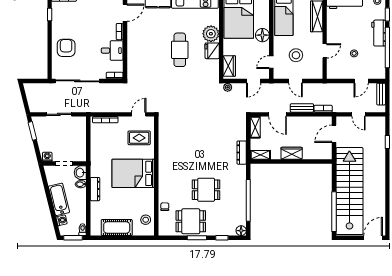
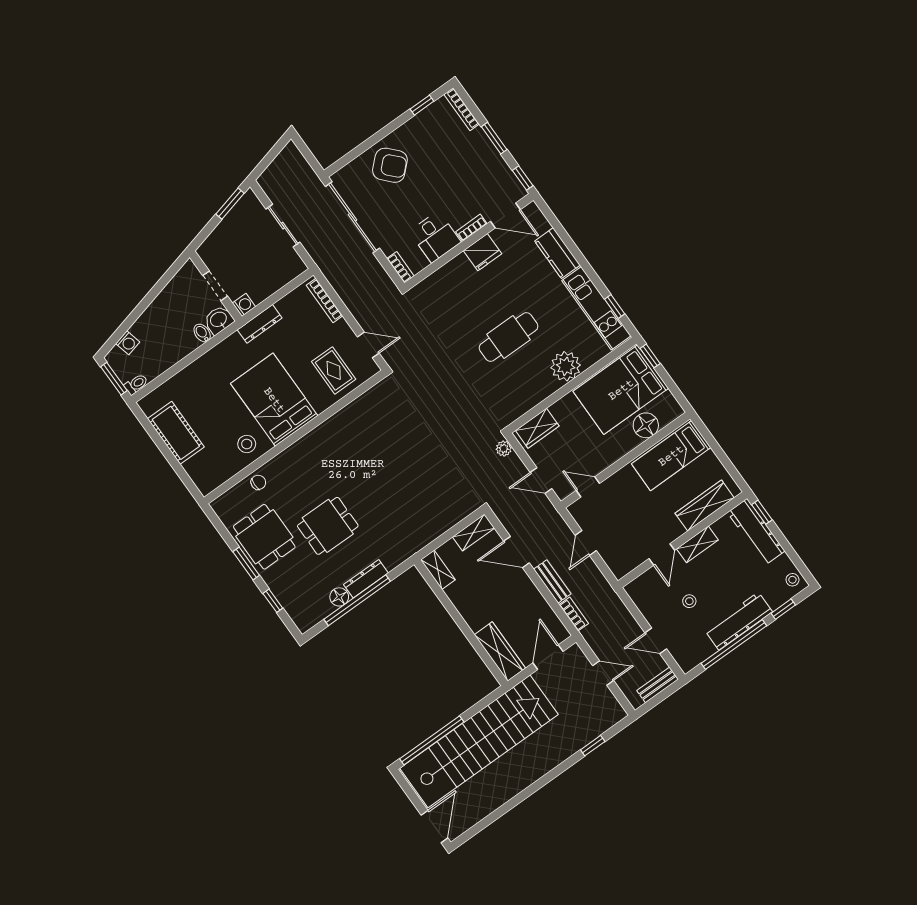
shelving: (331, 32) -> (697, 544), added
workbench: (379, 33) -> (739, 621), width x1.38
floor lamp: (262, 35) -> (646, 425), moved
armchair: (66, 48) -> (390, 165), turned 47
fridge: (212, 51) -> (483, 252), moved, turned 180
door: (325, 51) -> (662, 554), hinge flipped
stool: (296, 55) -> (625, 516), removed
door: (278, 114) -> (517, 552), hinge flipped
door: (359, 114) -> (603, 673), swing flipped
door: (334, 134) -> (548, 657), hinge flipped
dresser: (242, 153) -> (366, 579), moved
wardrobe: (292, 153) -> (500, 651), moved, width x1.50
washing machine: (47, 157) -> (244, 305), moved
dresser: (95, 189) -> (260, 324), moved
dining table: (206, 190) -> (328, 526), turned 90
bathtub: (59, 199) -> (156, 317), removed
stool: (146, 220) -> (247, 444), moved
floor lamp: (241, 231) -> (339, 597), moved
door: (373, 238) -> (434, 826), hinge flipped

